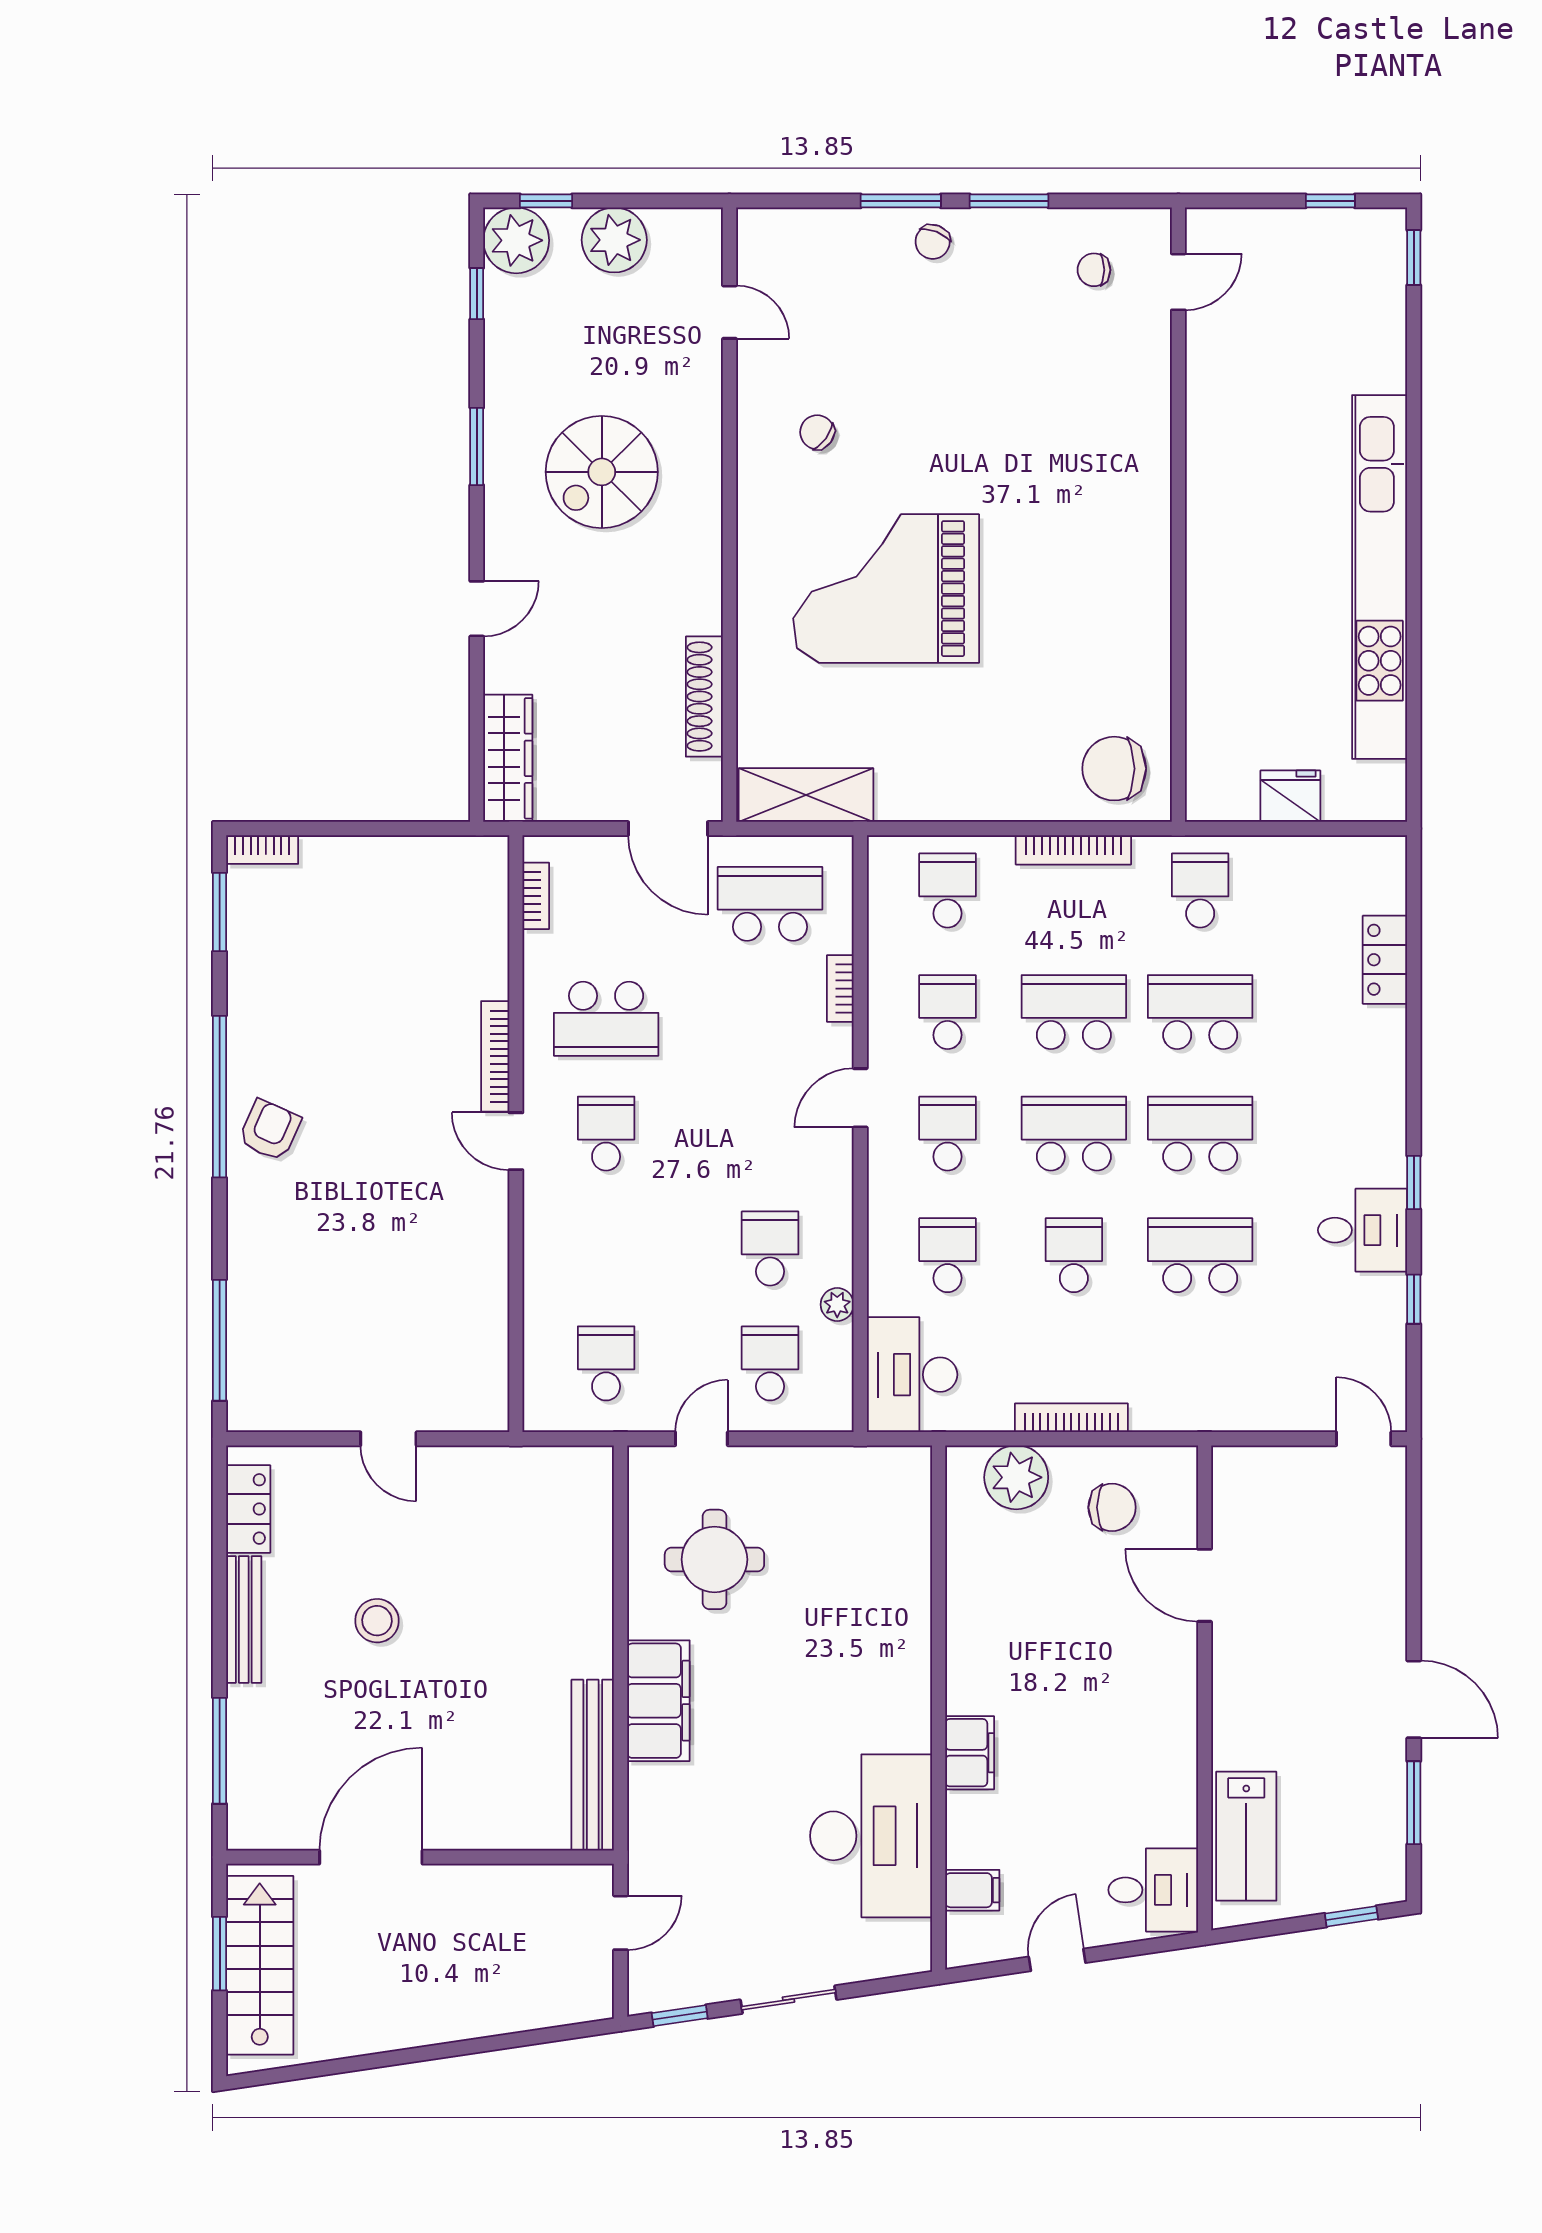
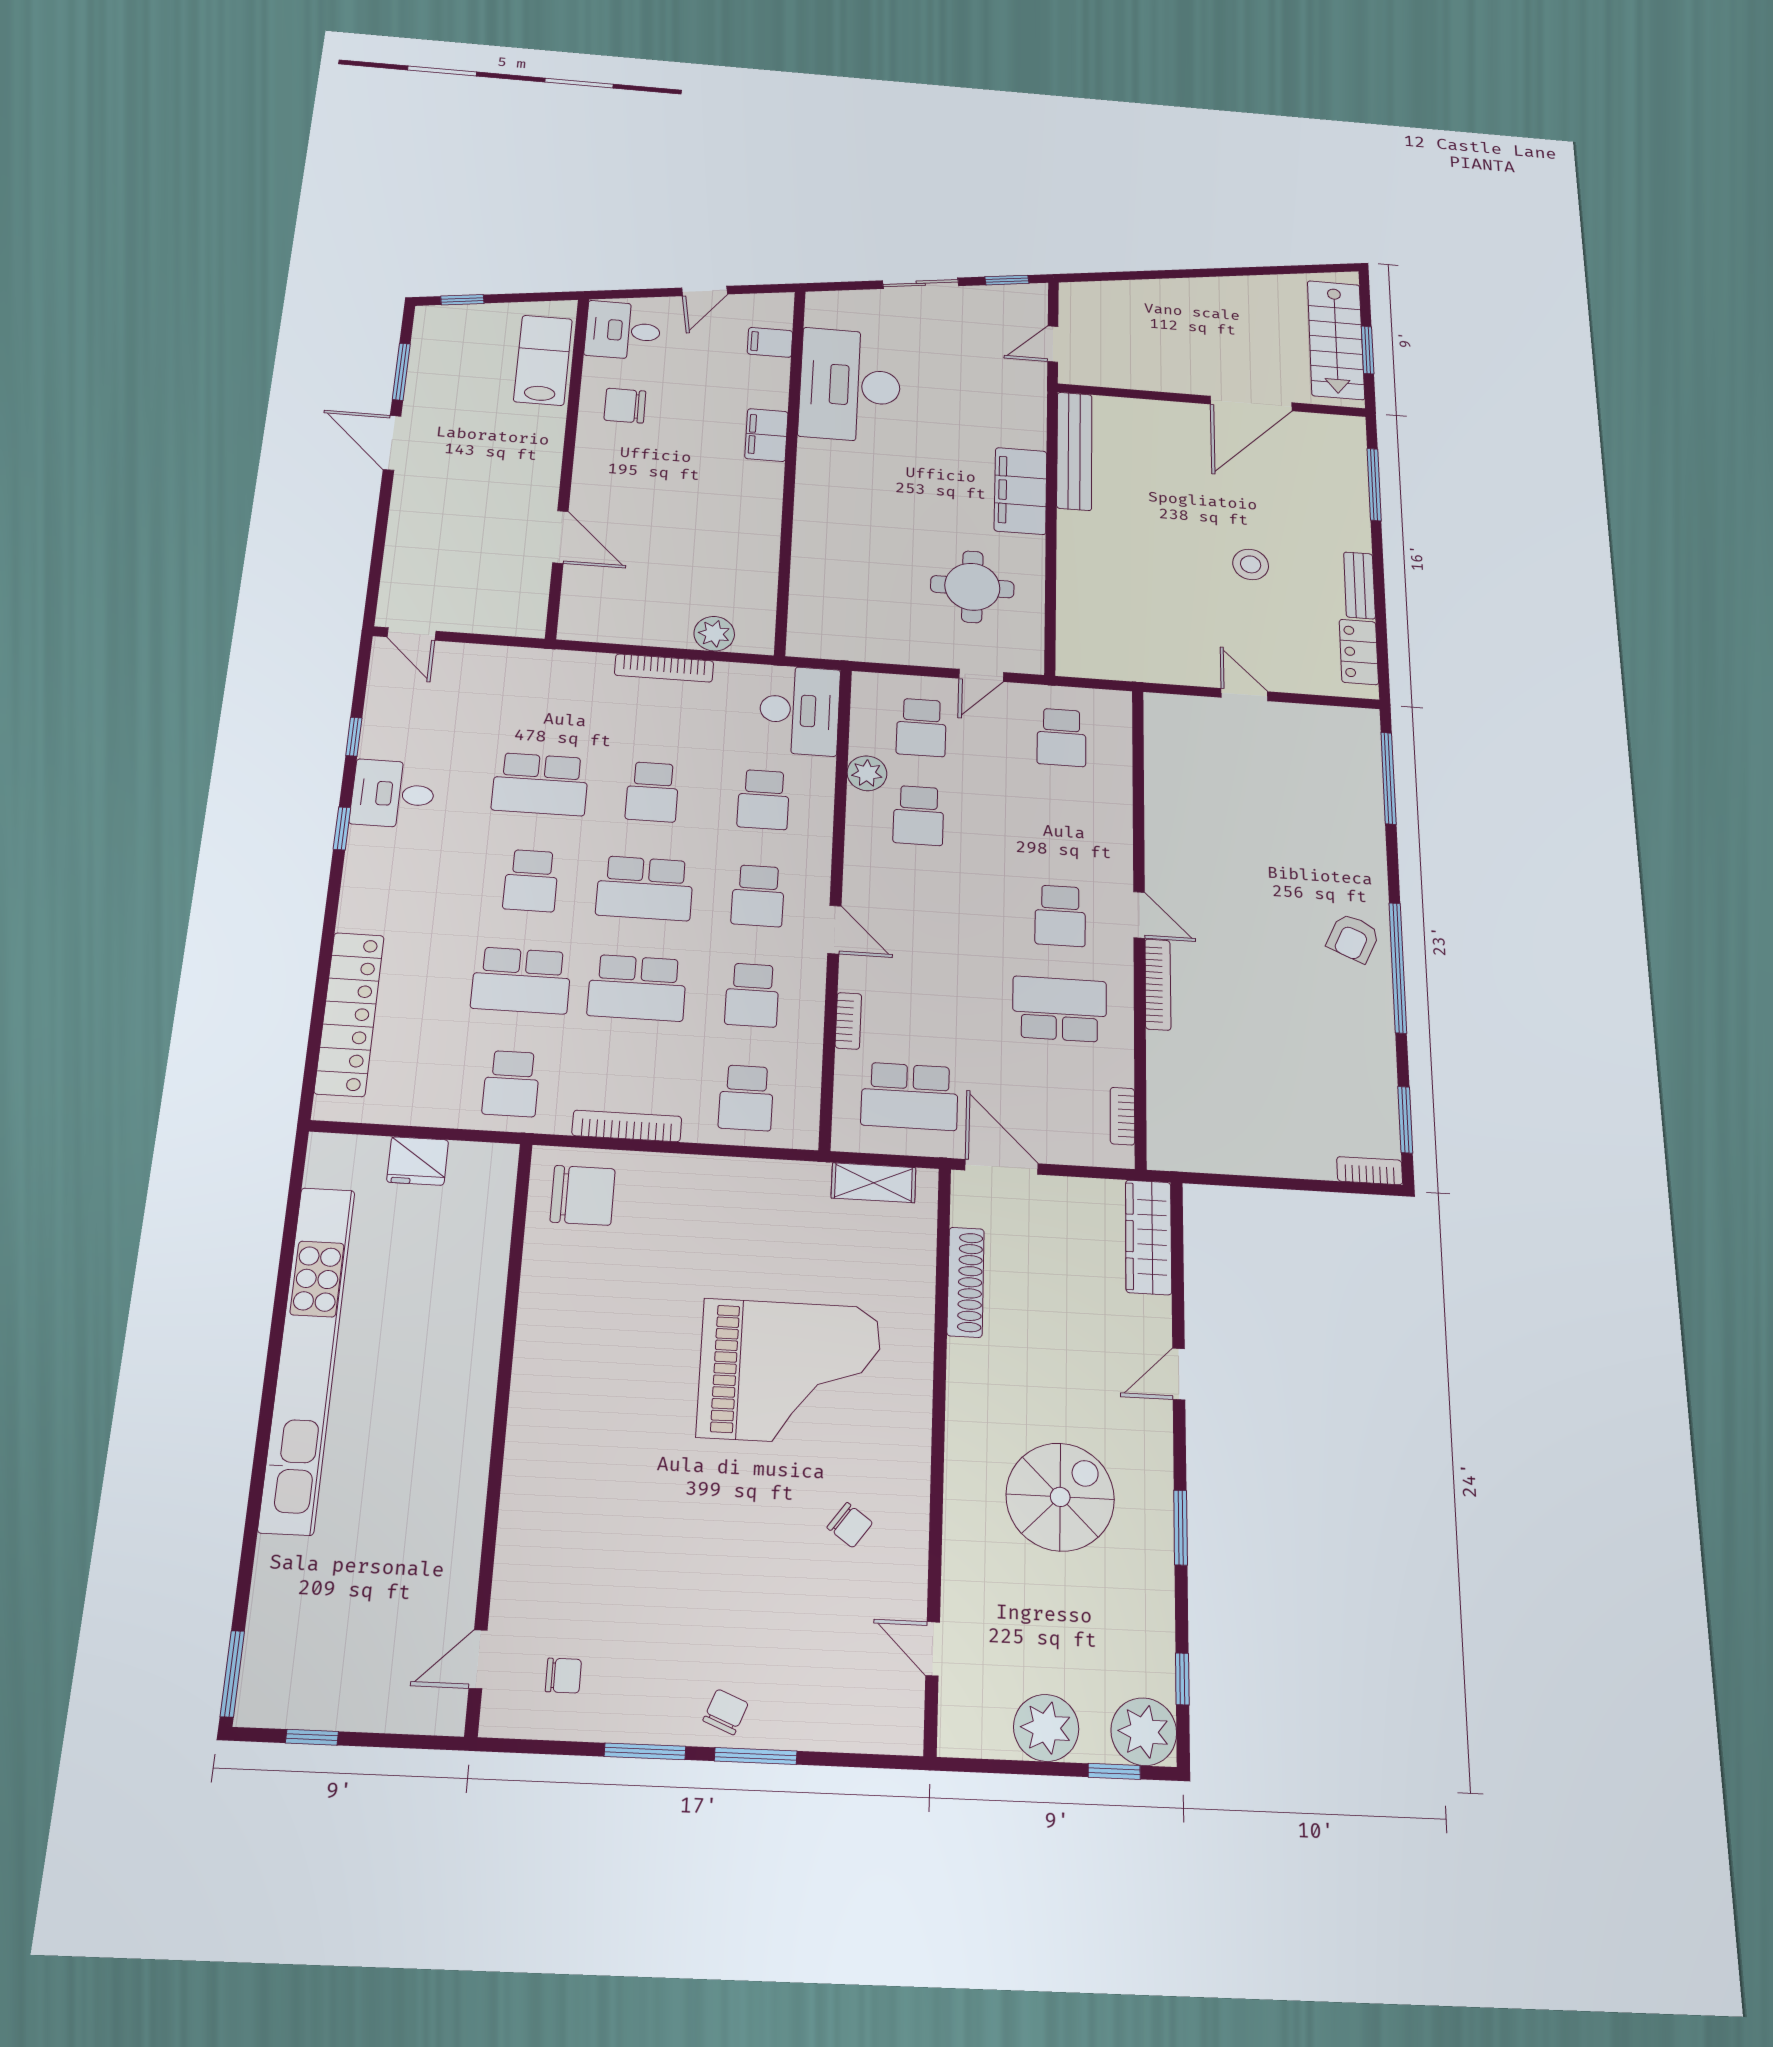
window: (1414, 258) -> (232, 1674), width x1.50
shelving: (806, 795) -> (874, 1183), width x0.67, depth x0.75
locker: (1385, 960) -> (349, 1014), width x2.16, depth x1.21
door: (860, 1098) -> (834, 930), hinge flipped
school desk: (1200, 1134) -> (531, 881), width x0.54
plant: (837, 1305) -> (867, 773), width x1.38, depth x1.38
plant: (1016, 1477) -> (714, 634), width x0.73, depth x0.73
chair: (1112, 1507) -> (625, 406), moved
bench: (244, 1620) -> (1359, 585), width x0.73

